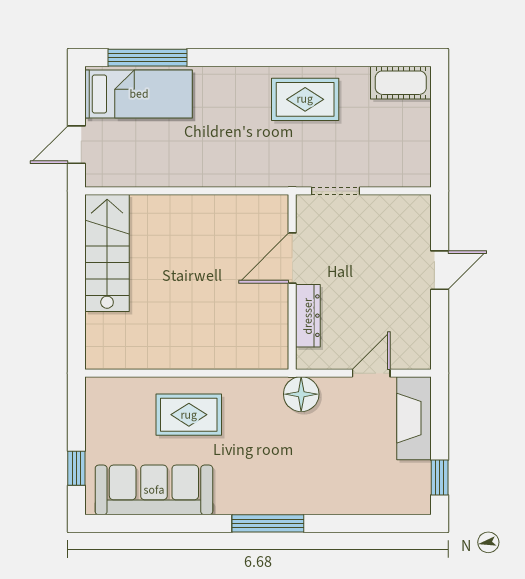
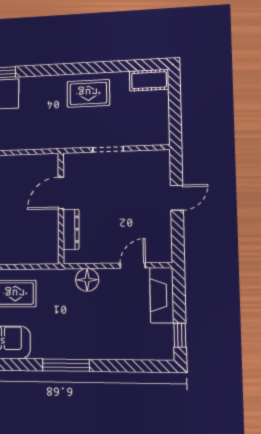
door: (292, 258) -> (61, 193), moved
wall: (292, 282) -> (61, 208), moved
dresser: (308, 316) -> (71, 229), moved

